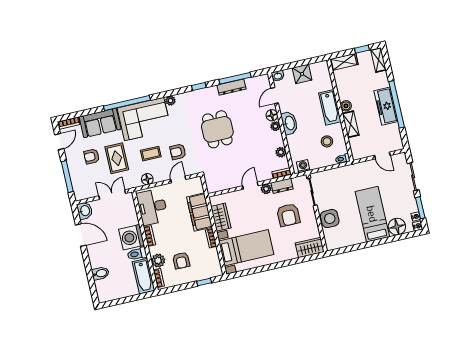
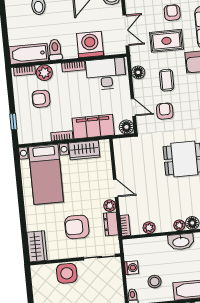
washing machine: (303, 166) -> (132, 268), moved
floor lamp: (196, 183) -> (126, 127), added
washing machine: (132, 237) -> (90, 44), moved

